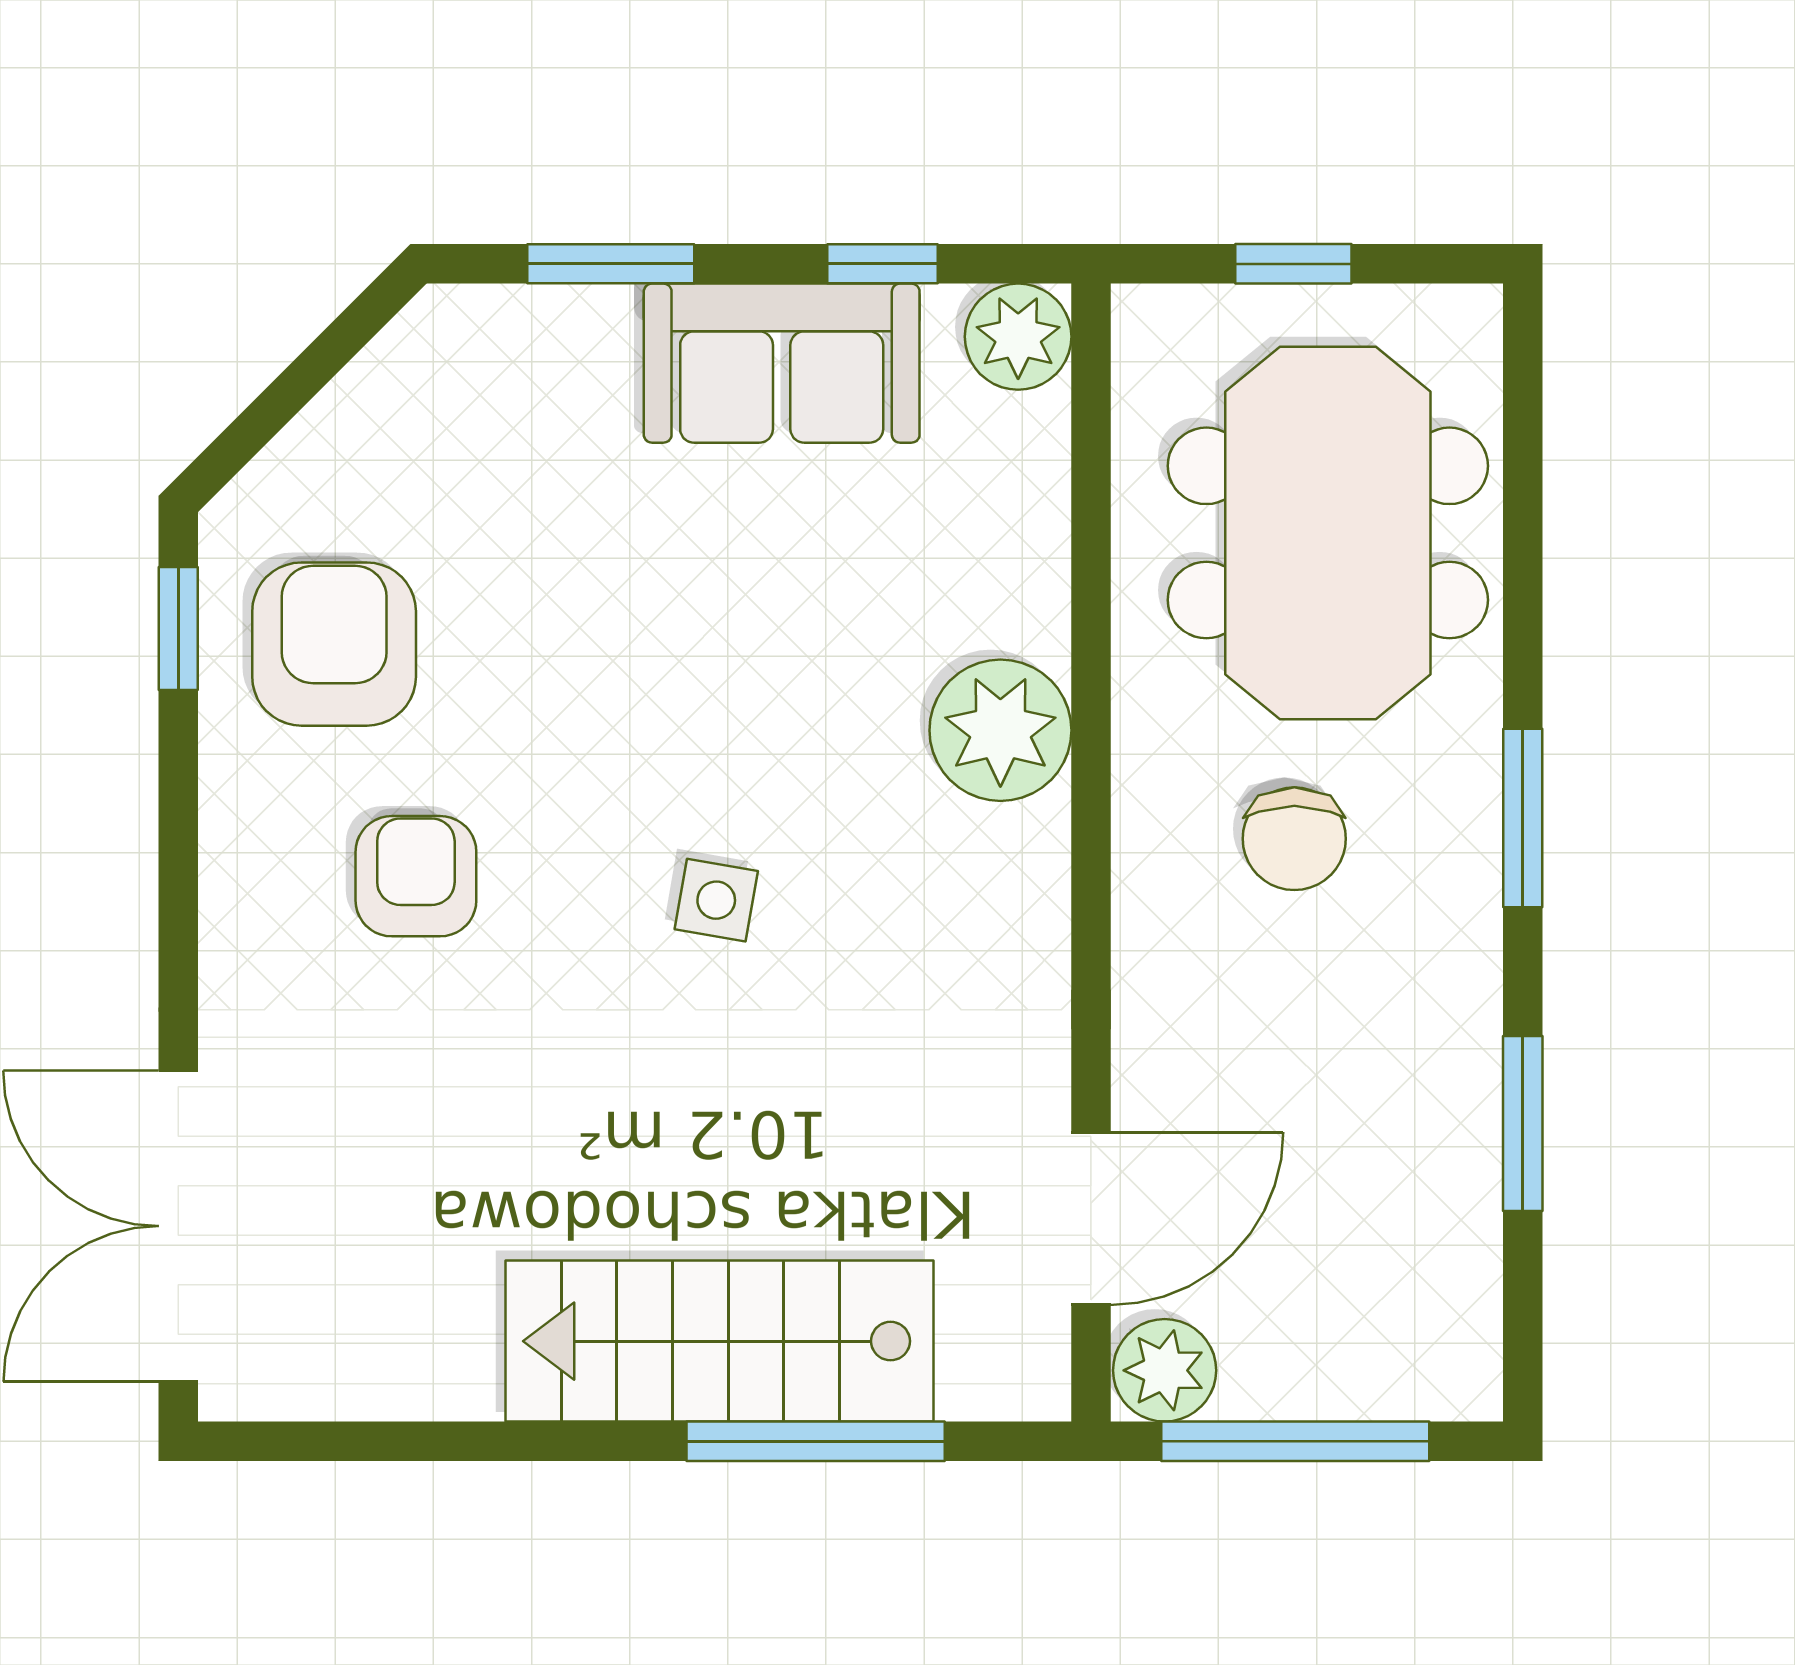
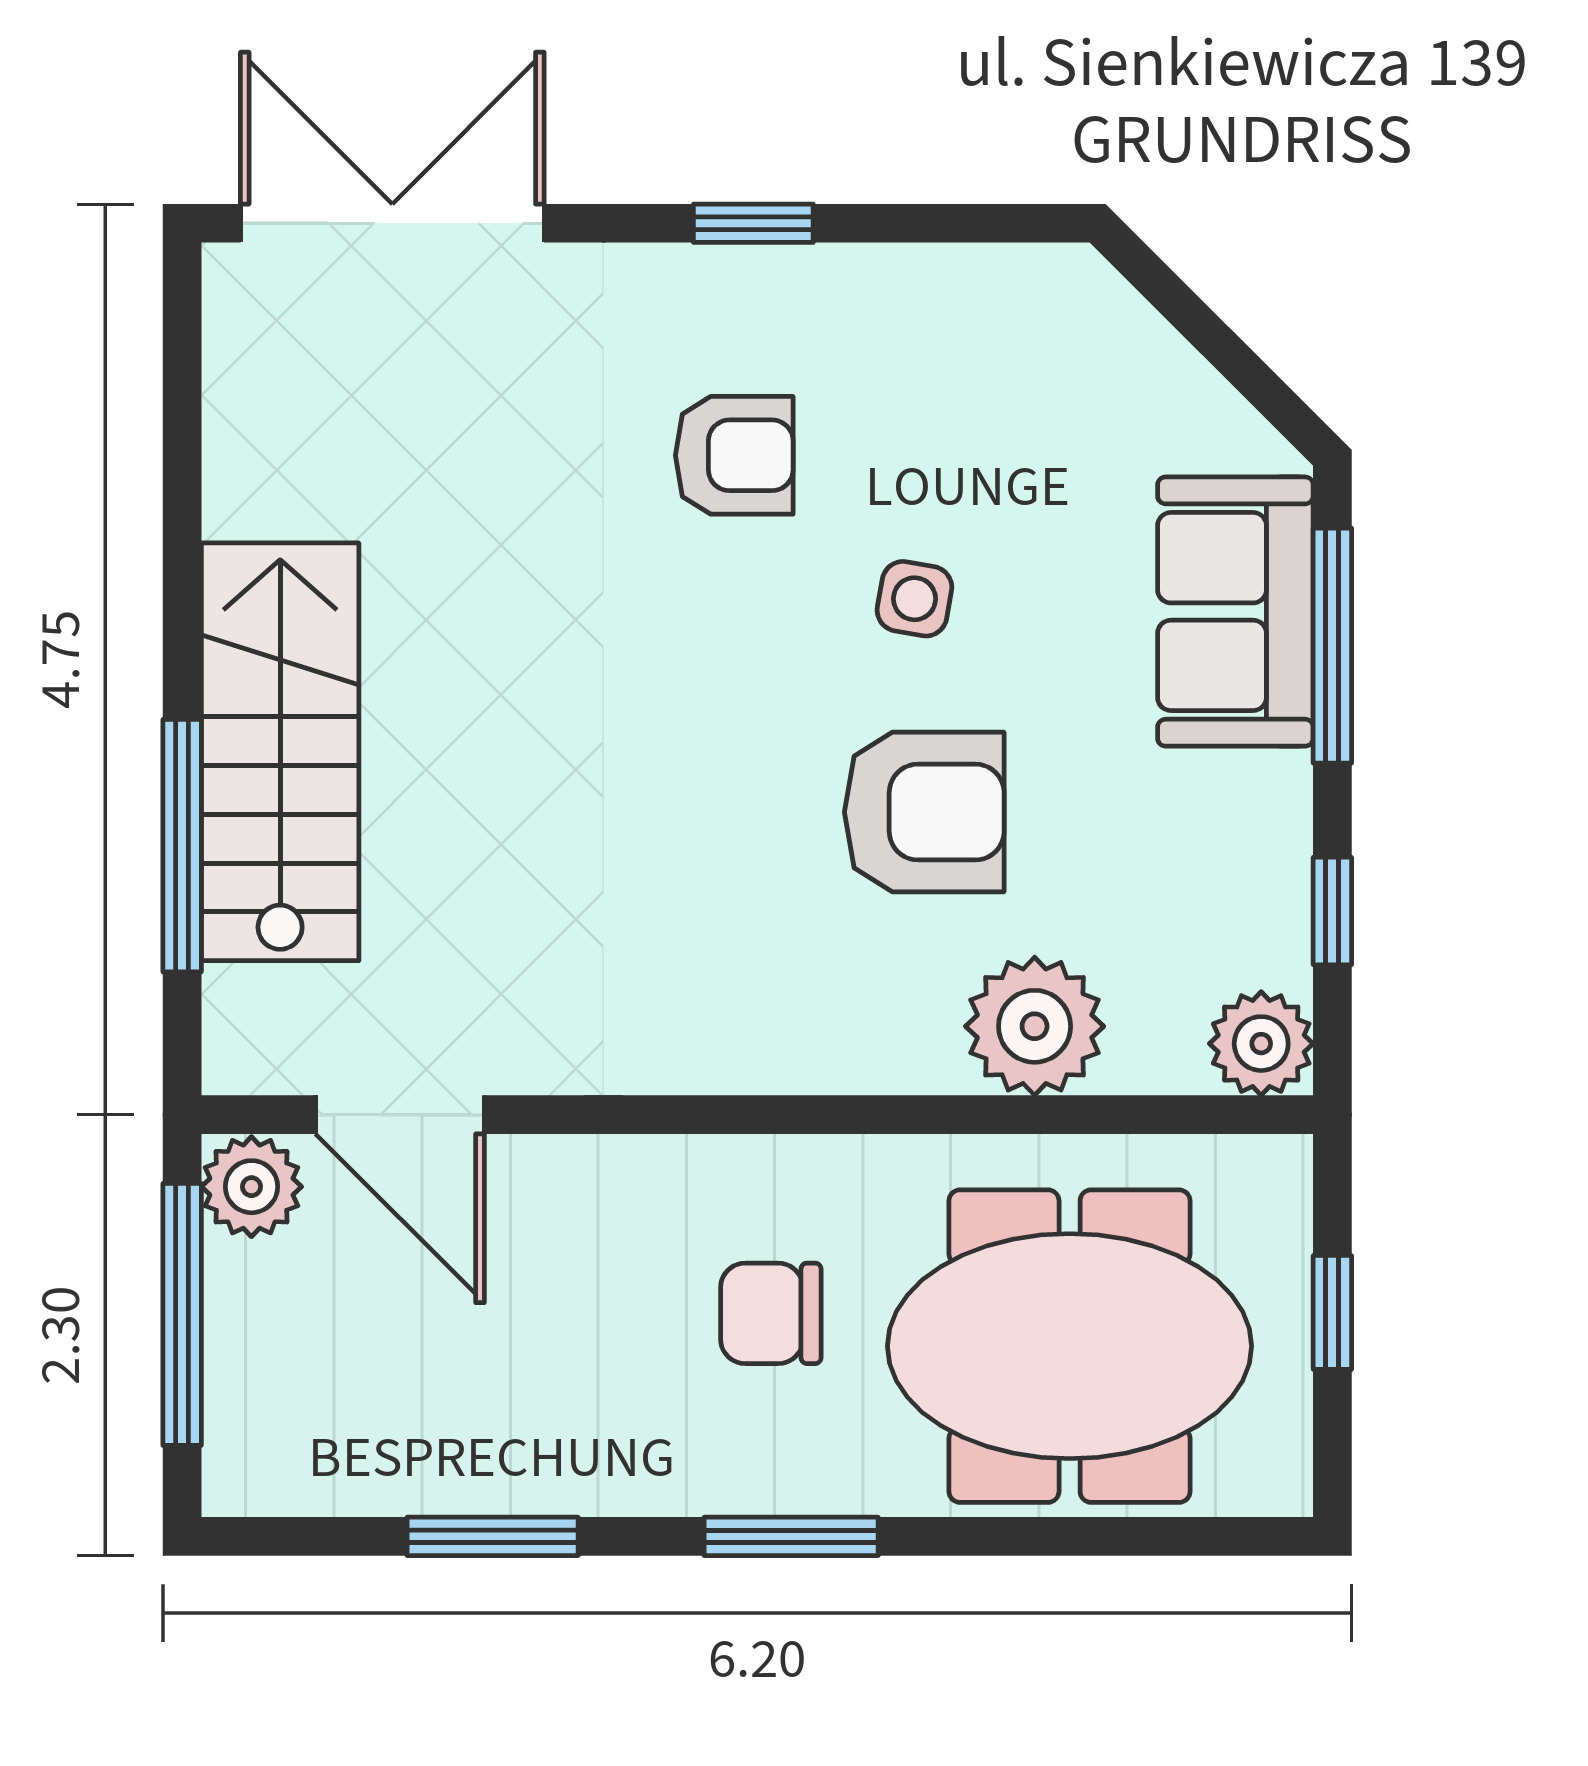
window: (611, 264) -> (1332, 646), width x1.44
sofa: (782, 363) -> (1235, 612), moved
window: (178, 629) -> (753, 223), moved
armchair: (334, 644) -> (924, 812), moved
plant: (1000, 730) -> (1035, 1026), moved
side table: (716, 900) -> (914, 599), moved

